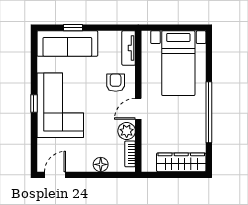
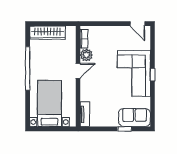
sofa: (67, 44) -> (134, 117), width x0.73
armchair: (116, 83) -> (94, 90), removed
floor lamp: (101, 164) -> (105, 31), removed
door: (55, 175) -> (137, 24), hinge flipped

